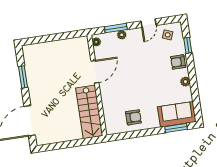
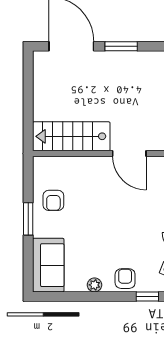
window: (23, 77) -> (121, 46), moved
window: (176, 128) -> (28, 219), moved

